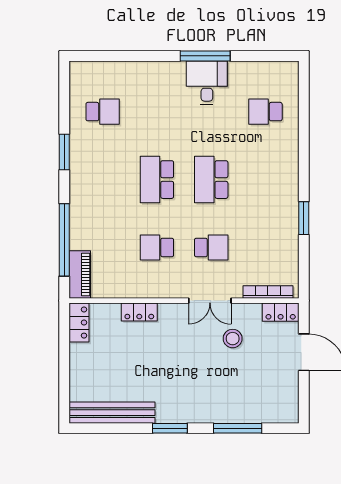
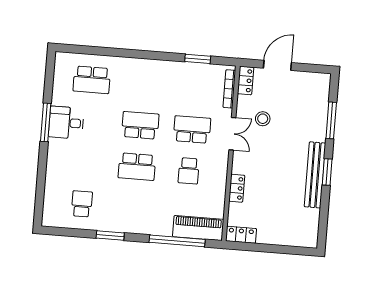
school desk: (265, 112) -> (92, 80), width x1.85
school desk: (211, 180) -> (140, 125), turned 180
window: (304, 218) -> (198, 59), moved
school desk: (211, 247) -> (192, 129), width x1.85
piano: (80, 275) -> (198, 228), width x1.37, depth x1.33
bench: (112, 413) -> (315, 175), moved

